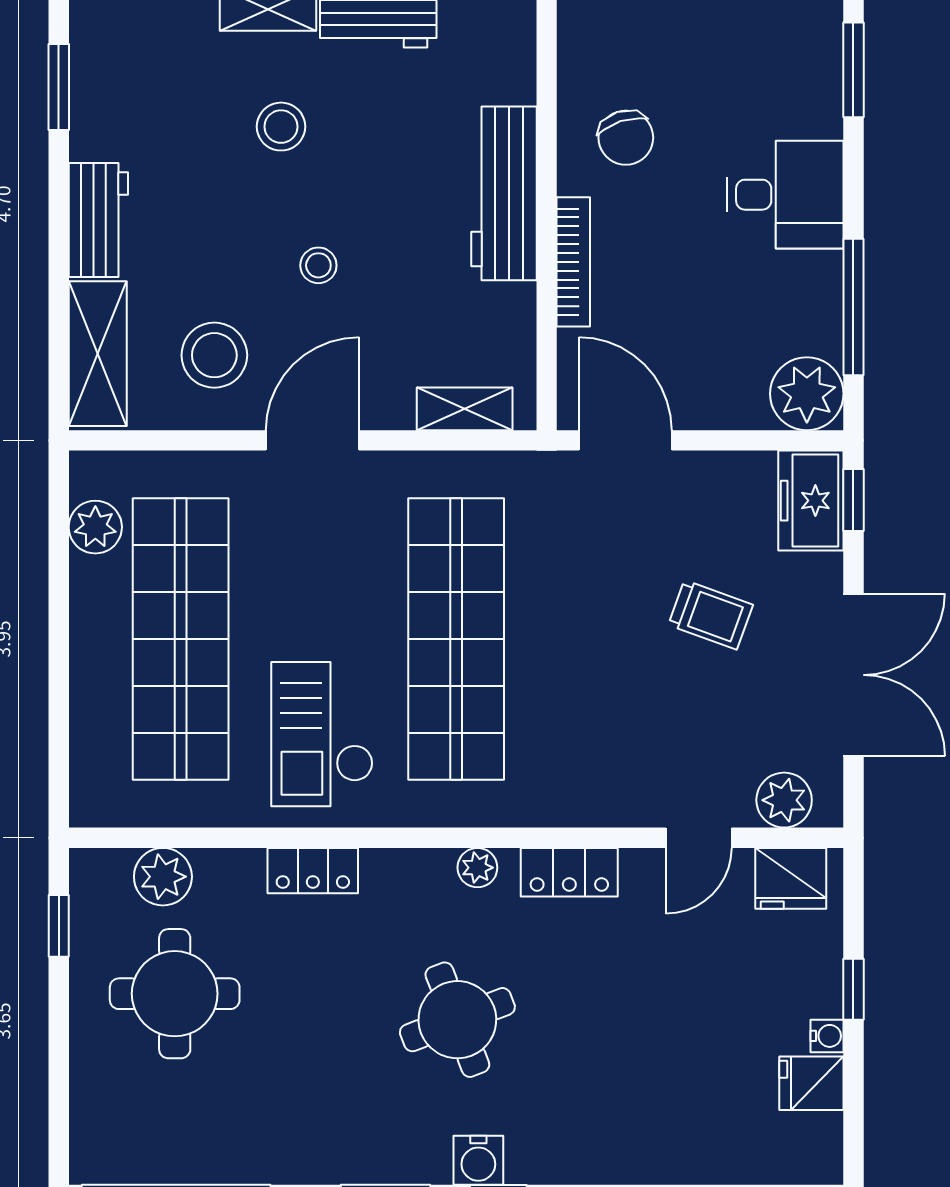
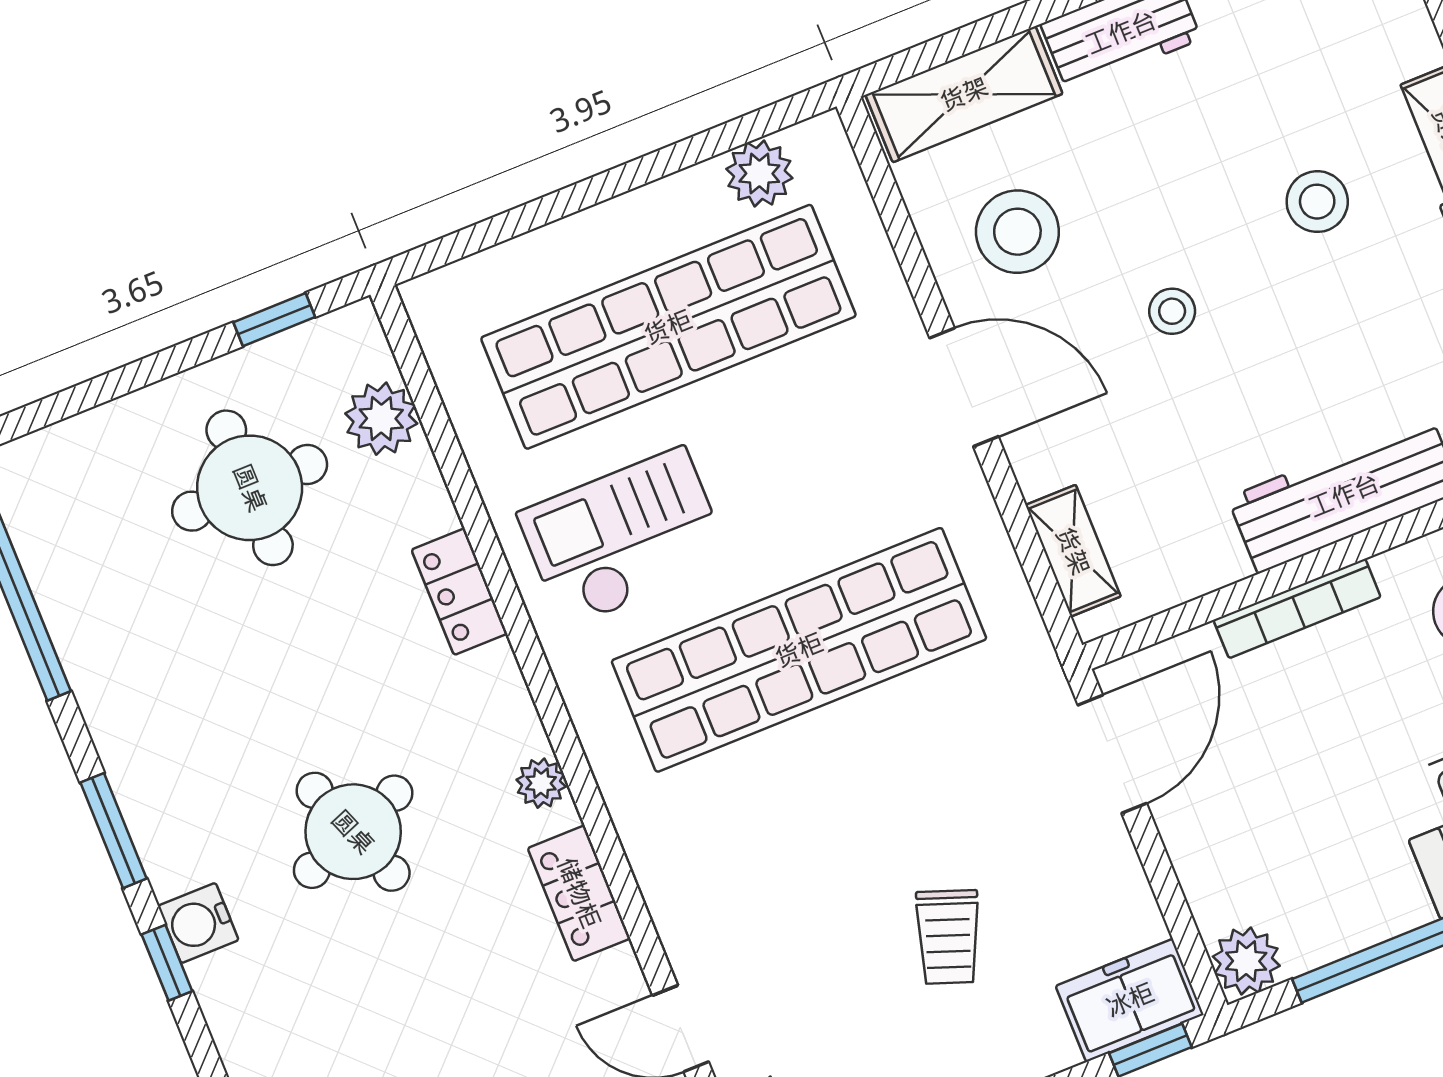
plant: (807, 394) -> (1246, 961), width x0.73, depth x0.73

